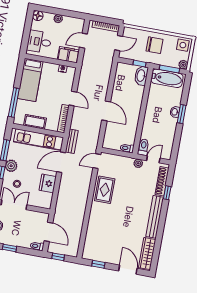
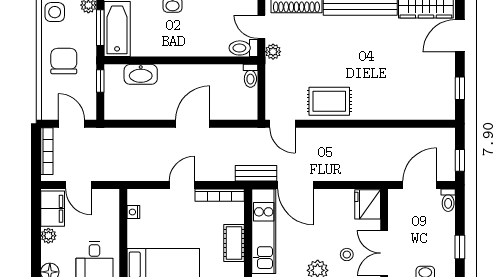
filing cabinet: (68, 55) -> (53, 209), moved, turned 180
washbasin: (141, 76) -> (141, 74), moved
fridge: (48, 183) -> (368, 204), moved, turned 90

